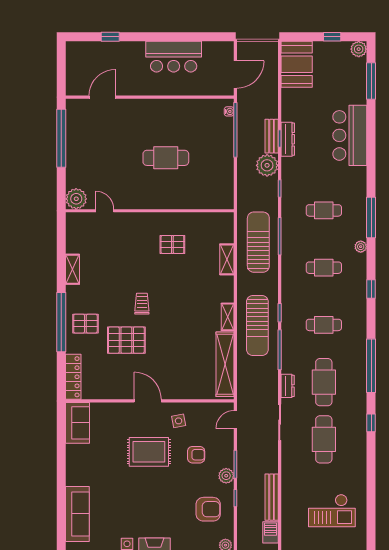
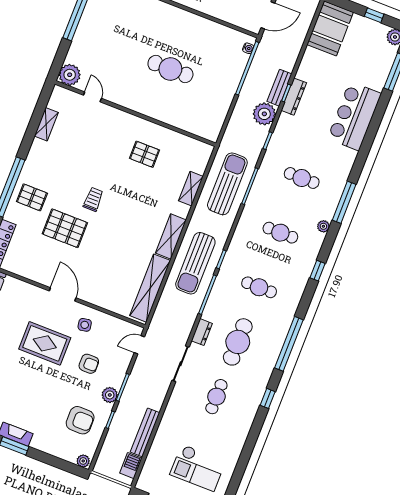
shelving: (73, 269) -> (46, 124), moved
shelving: (228, 317) -> (171, 237), width x1.50, depth x1.33
cafe table: (324, 439) -> (216, 397), width x0.73, depth x0.74

